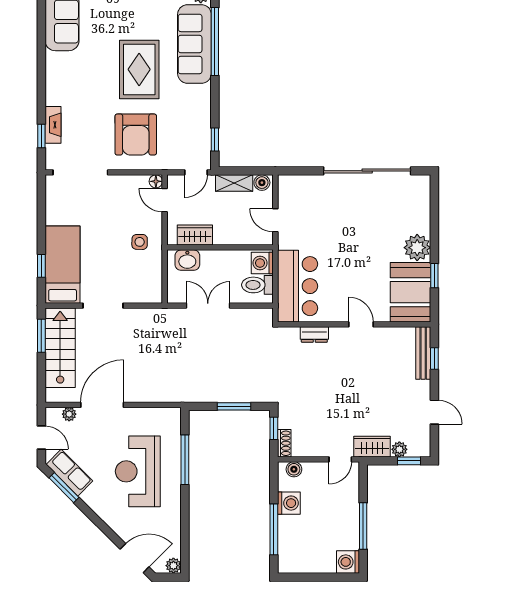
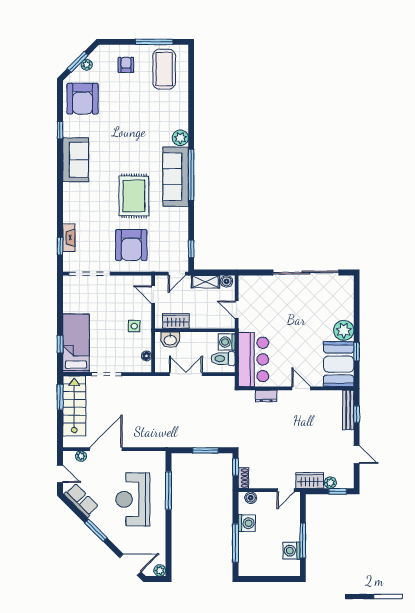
floor lamp: (156, 181) -> (146, 356), moved
window: (64, 488) -> (96, 530), moved
washing machine: (348, 562) -> (291, 551), moved

